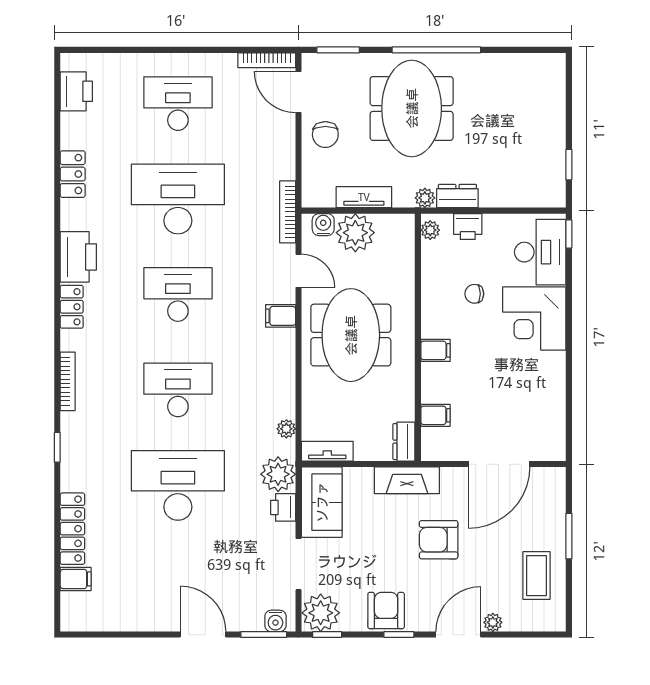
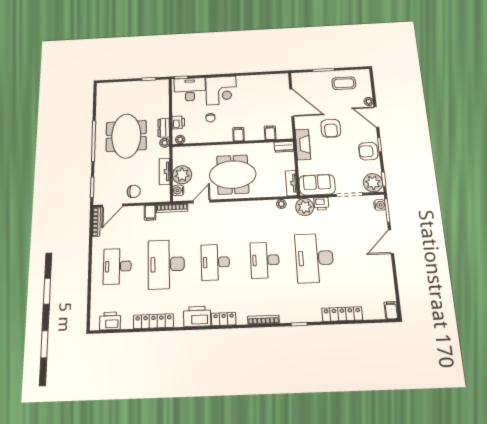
meeting table: (412, 108) -> (126, 136), moved, turned 90
locker: (73, 174) -> (153, 321), width x1.53
filing cabinet: (281, 316) -> (150, 213), moved
filing cabinet: (76, 579) -> (391, 310), moved

